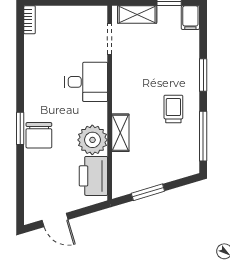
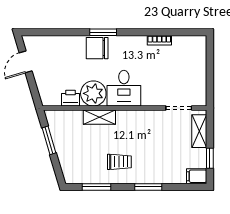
bookcase: (30, 20) -> (159, 40), moved
desk: (86, 82) -> (124, 88), moved
window: (203, 136) -> (96, 187), width x0.69
printer: (93, 176) -> (71, 98), width x0.53, depth x0.68

